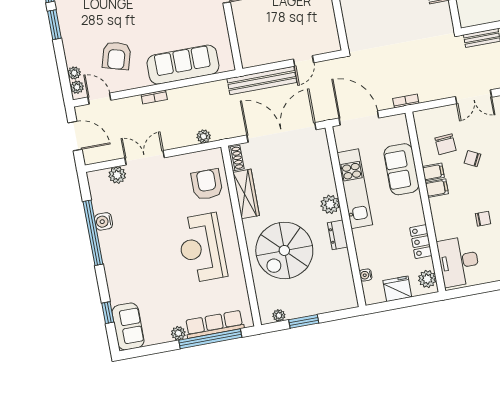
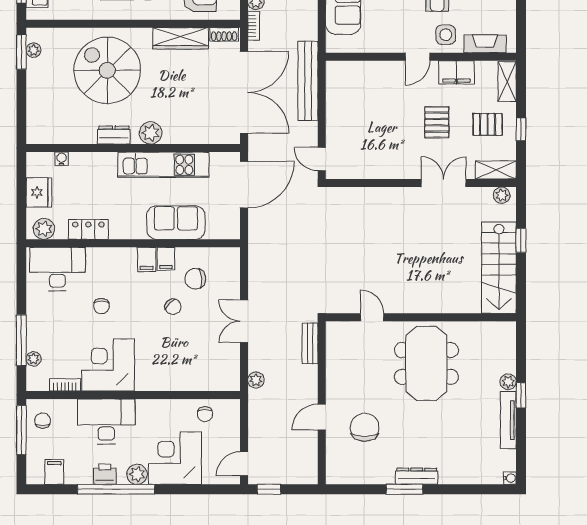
door: (304, 61) -> (322, 159), moved
bookcase: (406, 101) -> (254, 26), moved
chair: (472, 159) -> (173, 307), turned 107
window: (304, 321) -> (21, 52), moved

